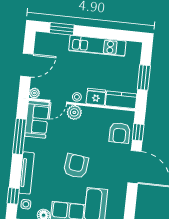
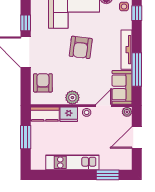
plant: (74, 112) -> (72, 98), moved
window: (138, 132) -> (26, 23), moved
tv unit: (27, 173) -> (126, 50), moved

